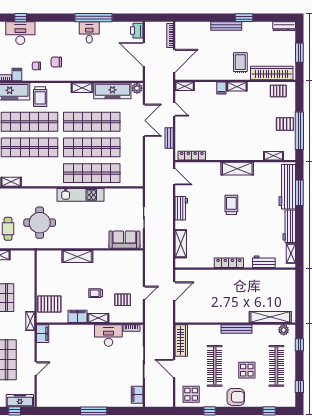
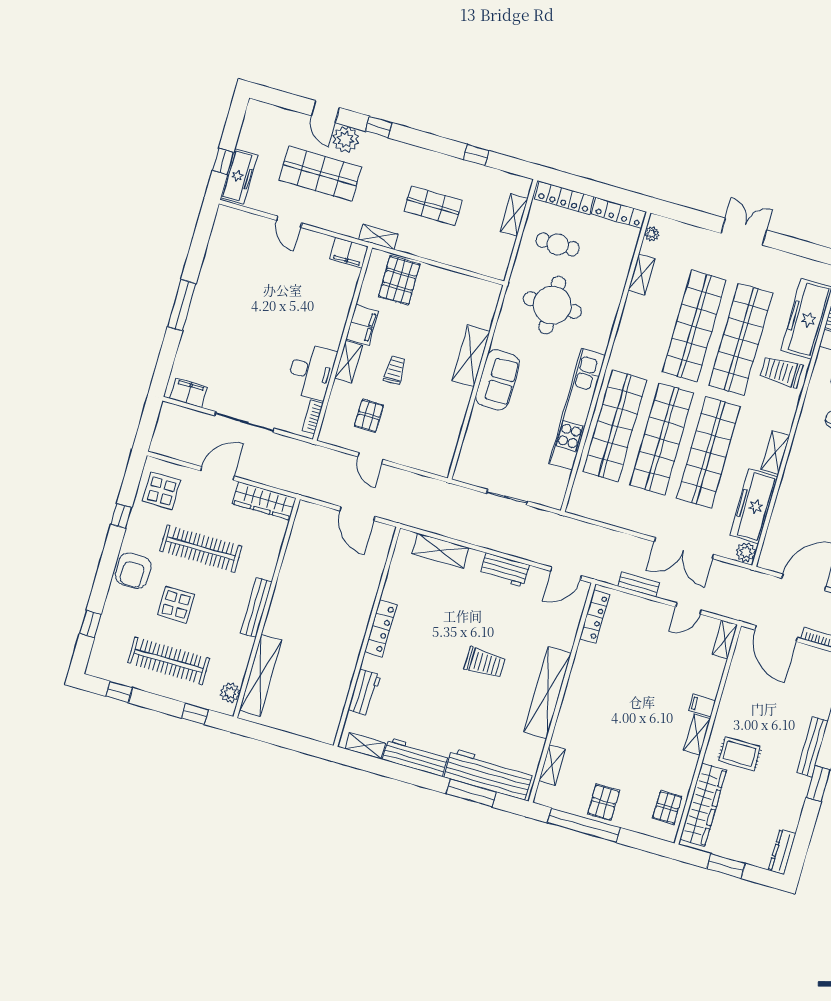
shelving: (237, 169) -> (547, 692), width x1.47
kitchen unit: (81, 195) -> (577, 409), width x1.36
sofa: (124, 240) -> (497, 380), moved

